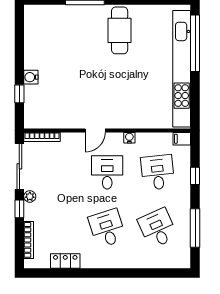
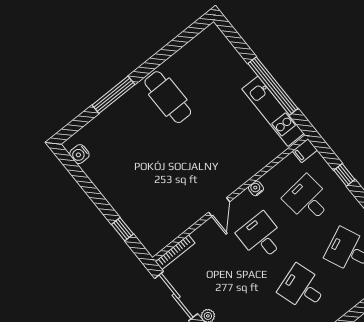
window: (195, 43) -> (273, 86), moved
kitchen unit: (182, 69) -> (273, 111), width x0.54
water cooler: (31, 77) -> (79, 154), moved

